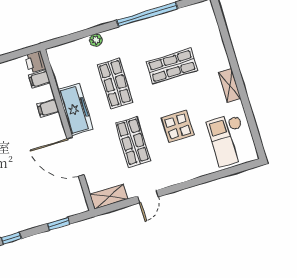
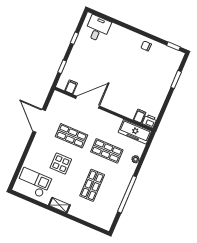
filing cabinet: (48, 108) -> (71, 87), moved
freezer: (75, 109) -> (135, 132), moved
door: (148, 196) -> (39, 121), width x1.87
shelving: (109, 197) -> (55, 102), removed

